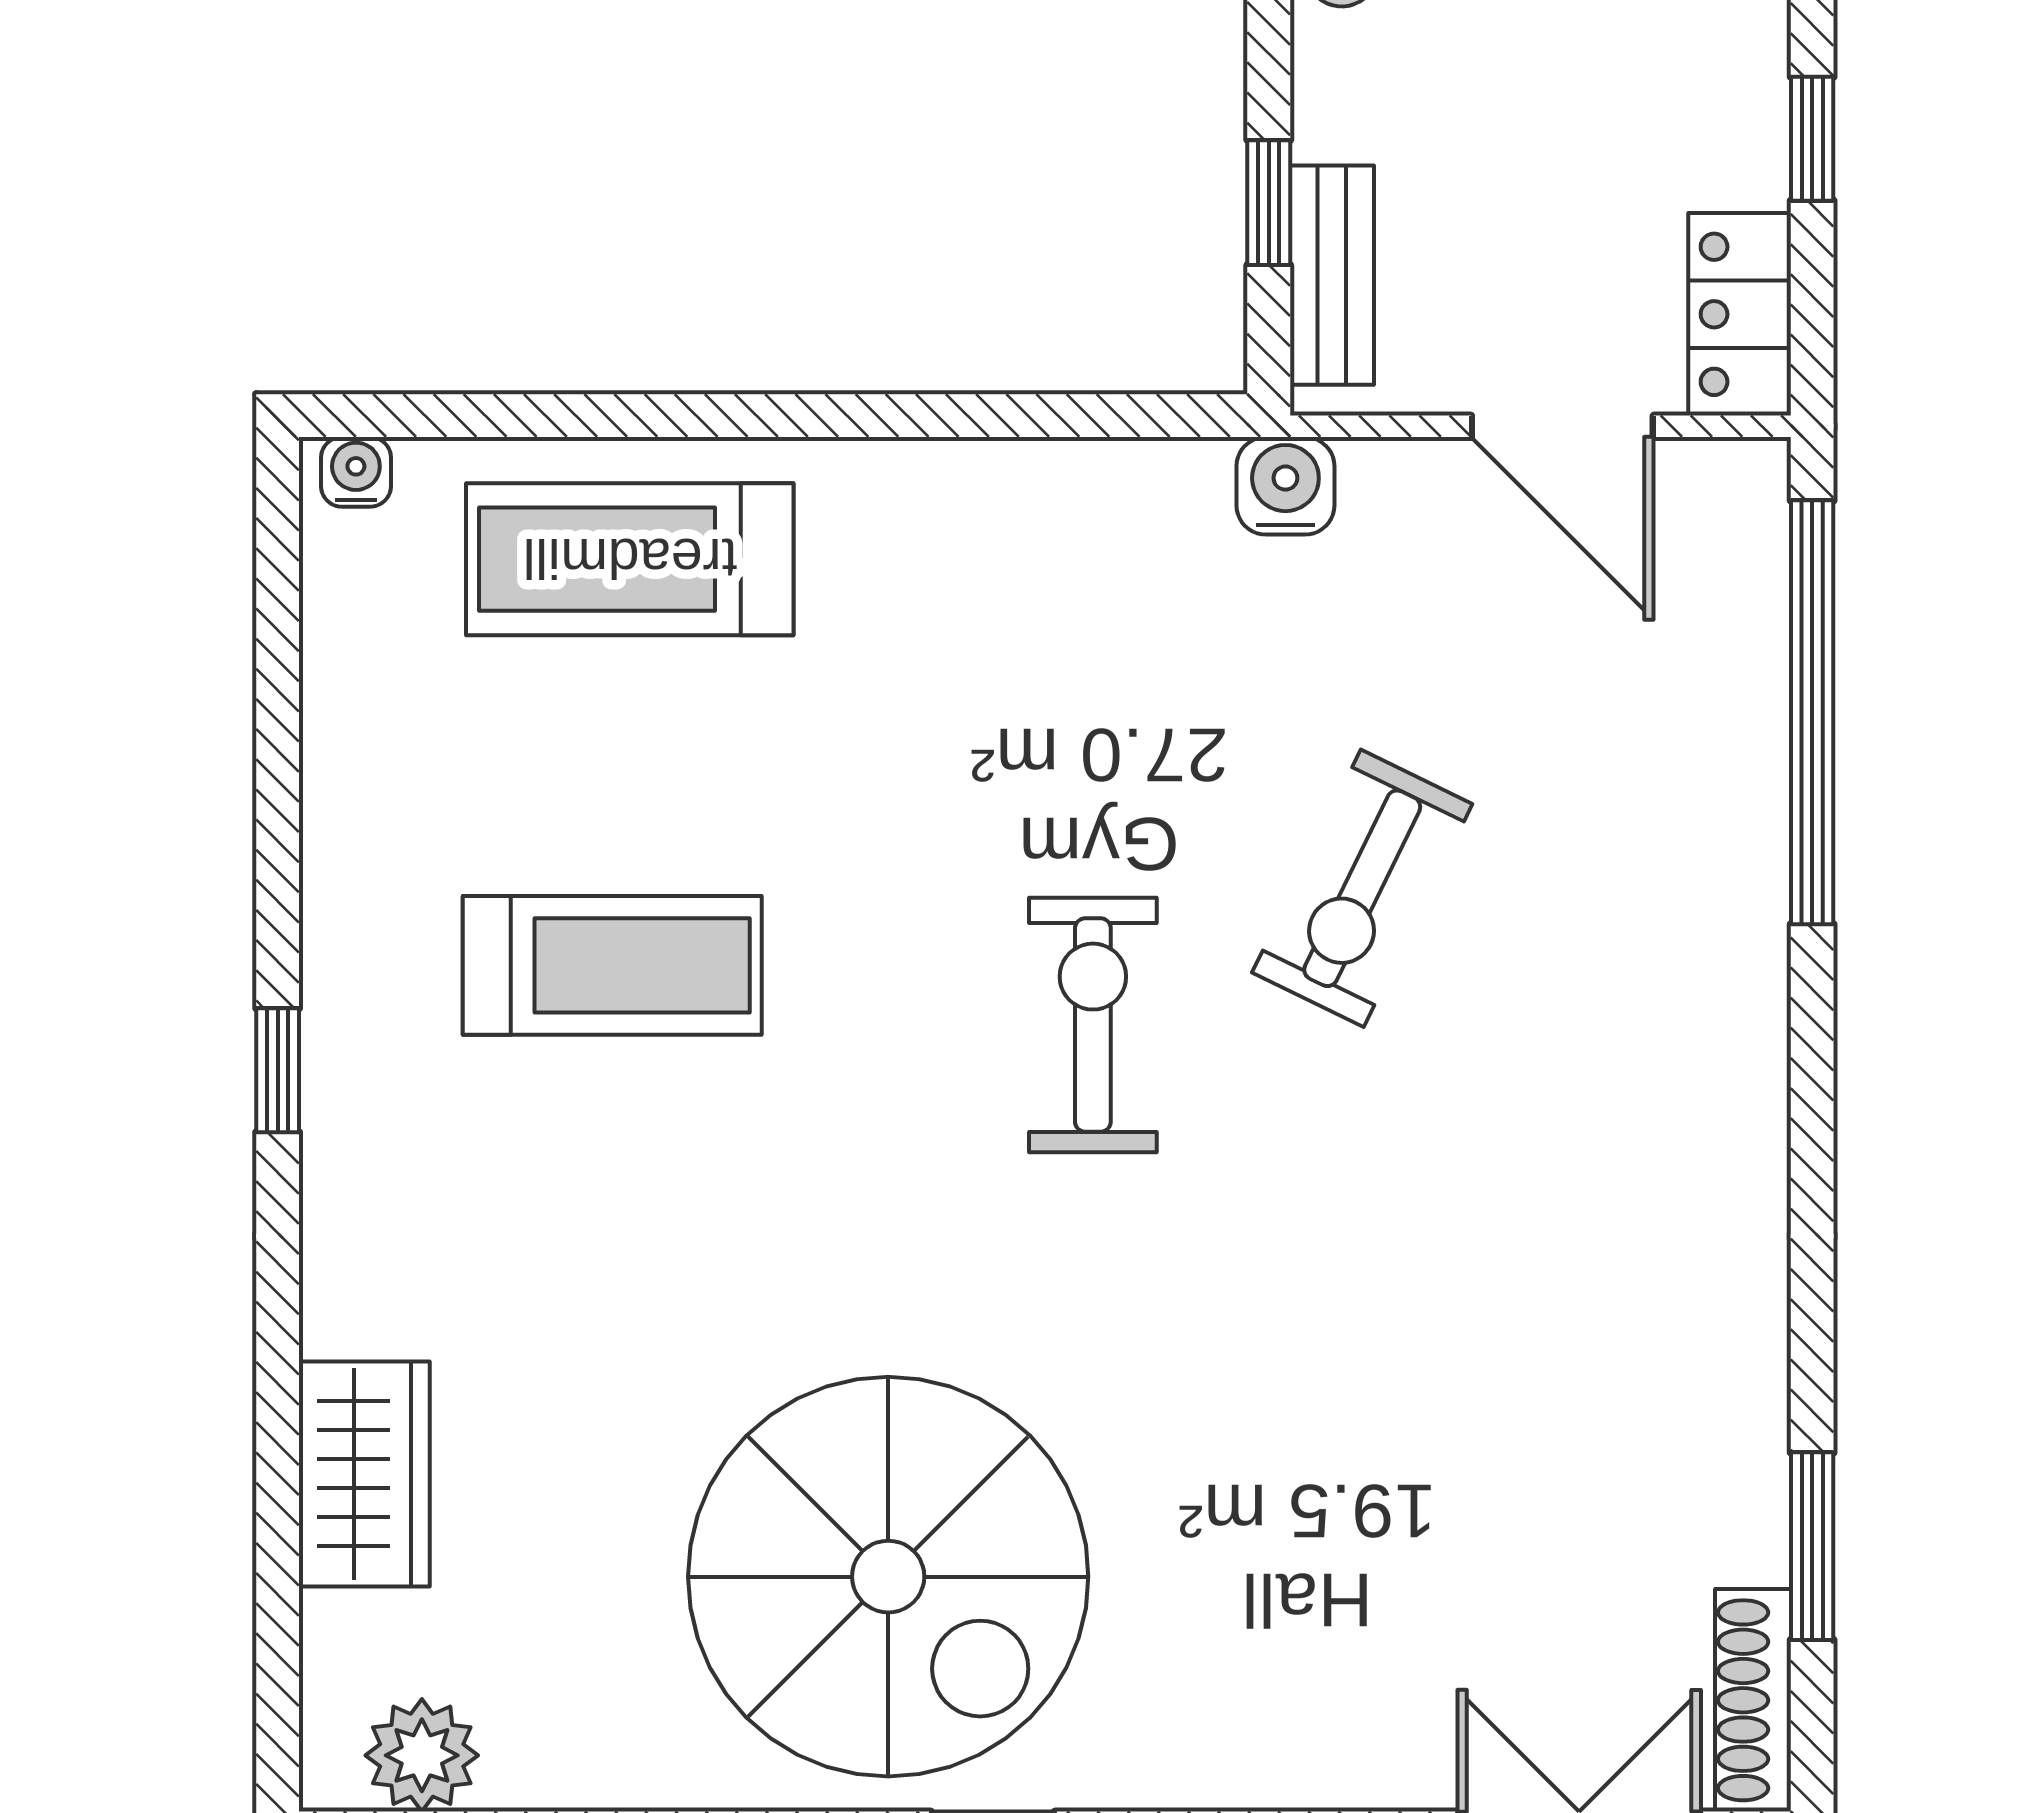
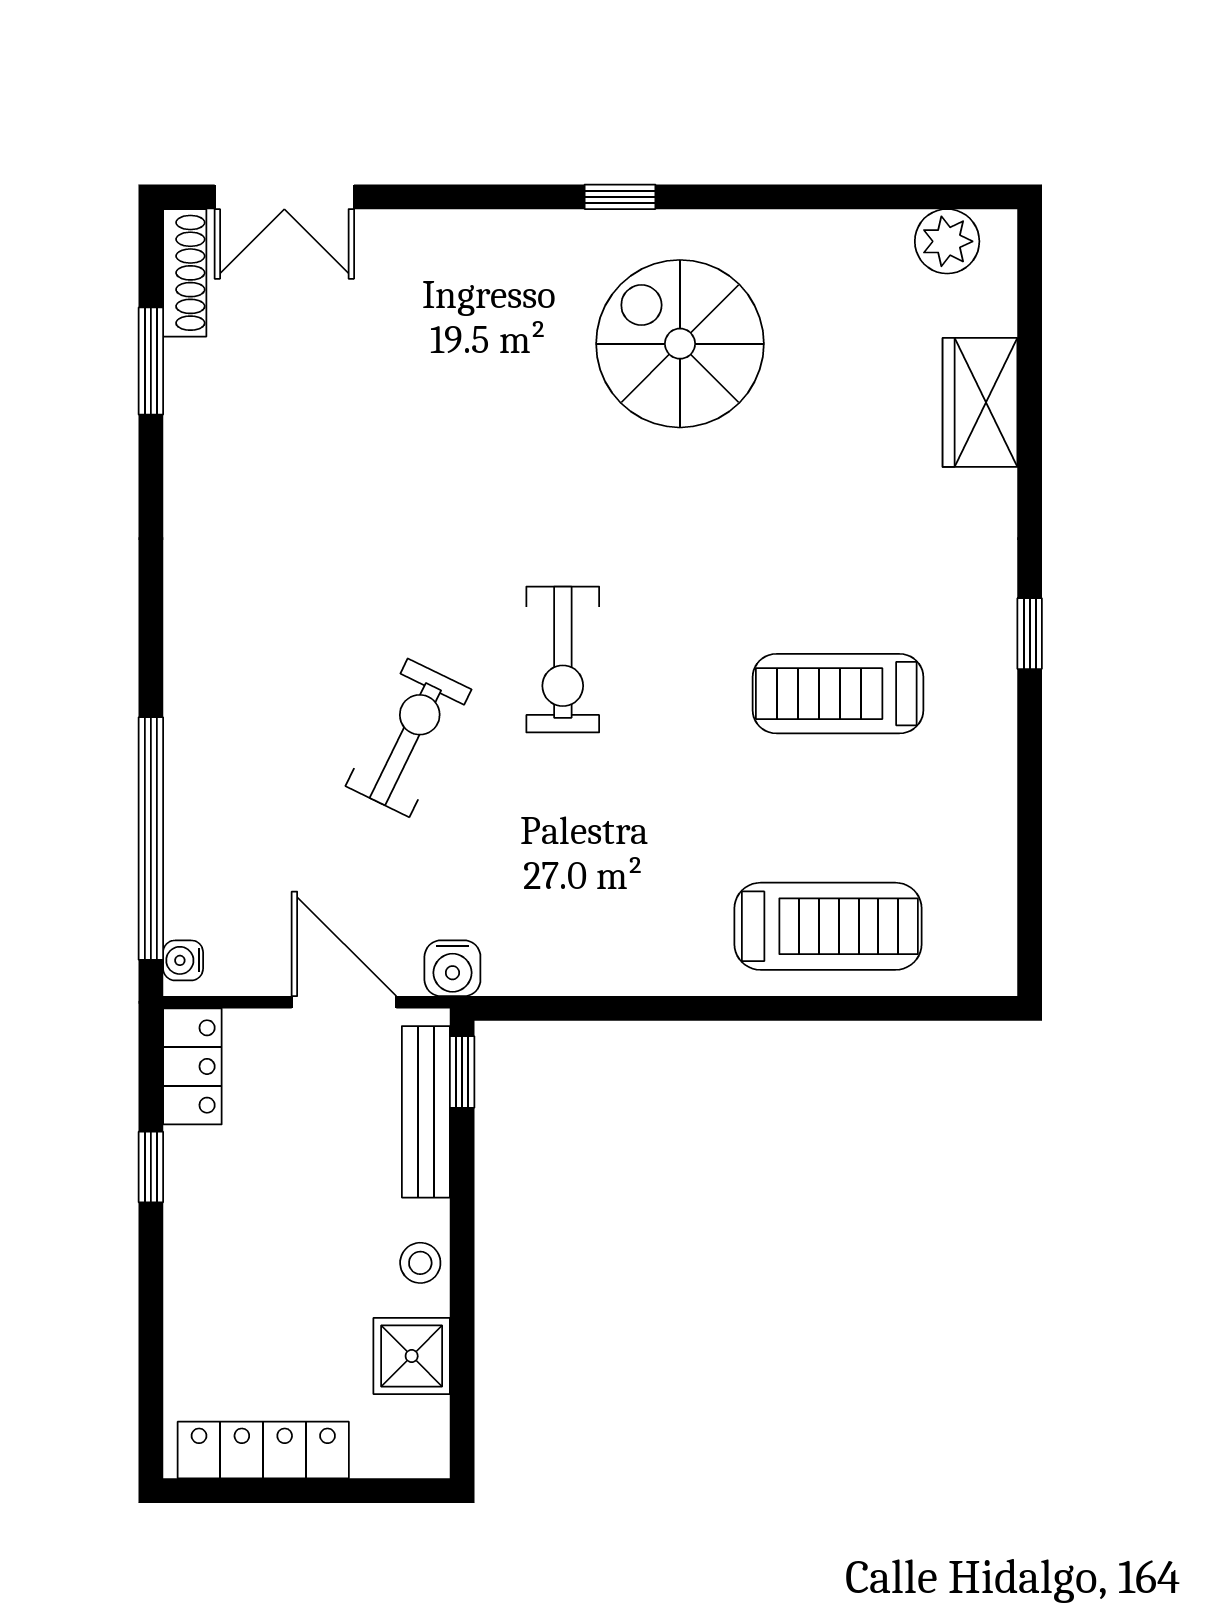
window: (1269, 203) -> (462, 1072), moved
bench: (1332, 275) -> (426, 1112), width x1.36
door: (1562, 426) -> (344, 1002), moved
water cooler: (356, 472) -> (183, 960), moved, turned 90
spiral stairs: (888, 1577) -> (680, 344), width x0.73, depth x0.73

